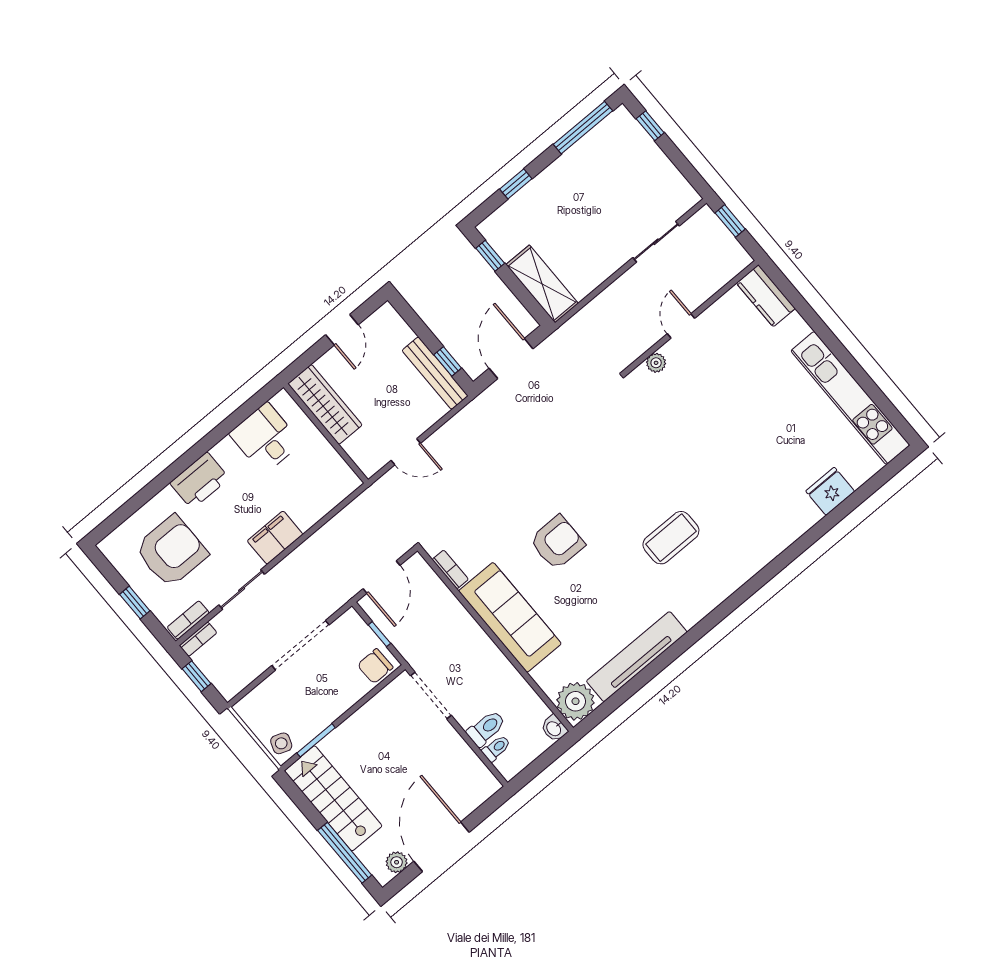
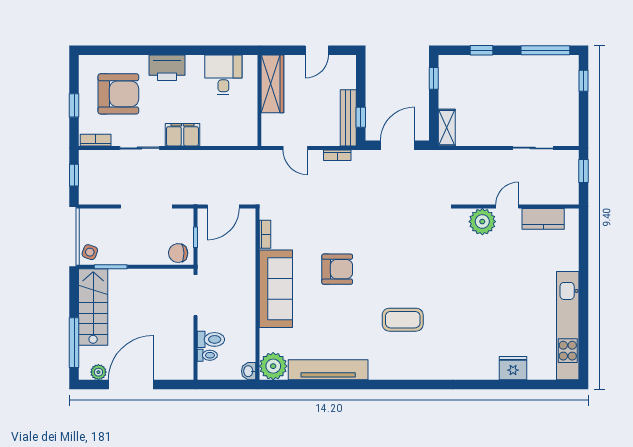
shelving: (542, 284) -> (447, 128), width x0.67, depth x0.75
kitchen counter: (766, 296) -> (543, 219), moved, turned -90
plant: (656, 363) -> (482, 222), width x1.88, depth x1.88
bookcase: (198, 639) -> (337, 155), moved

